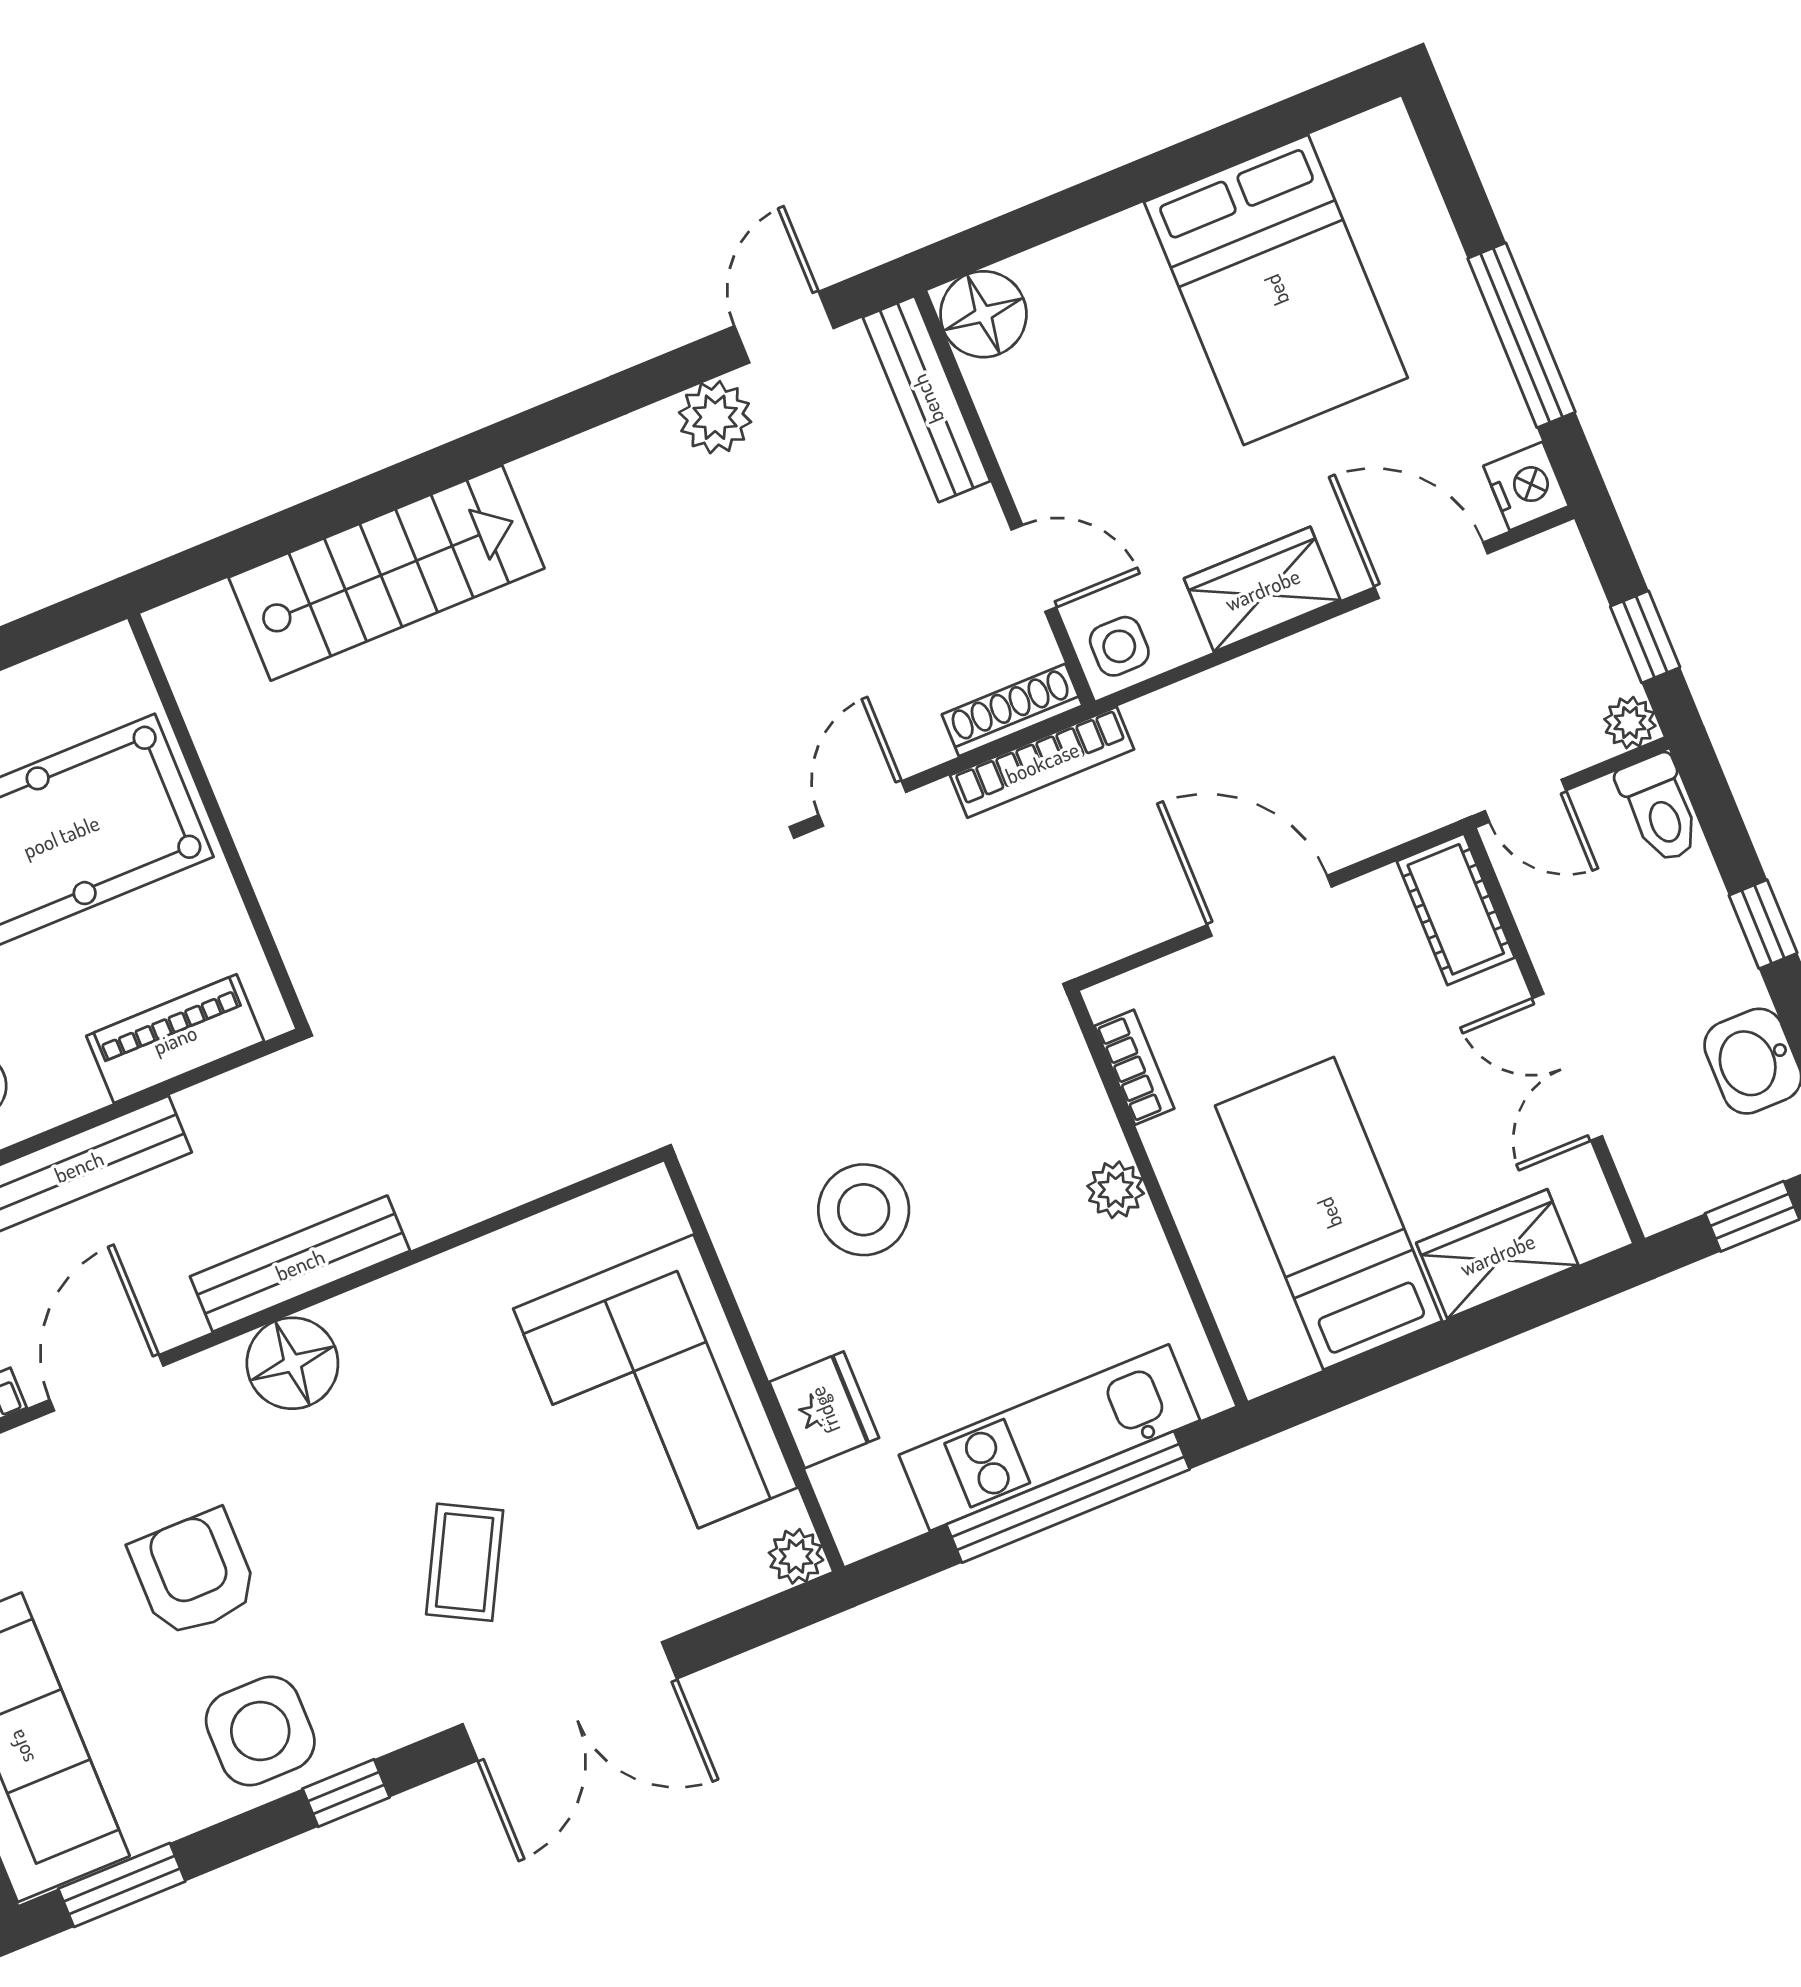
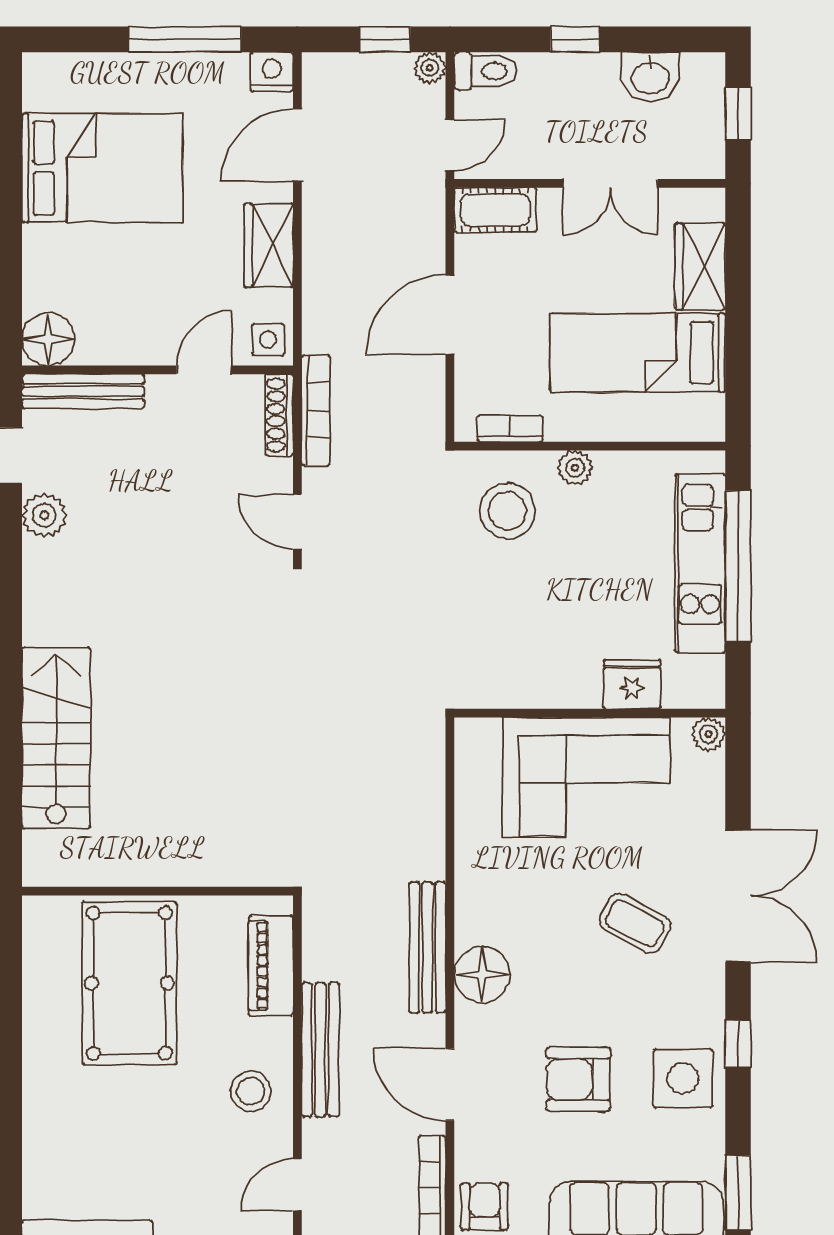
stool: (864, 1210) -> (507, 511), moved

